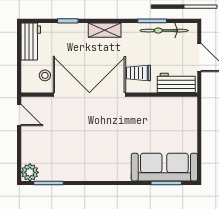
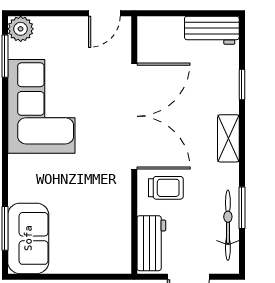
trolley: (138, 73) -> (166, 188), turned 90
stool: (45, 75) -> (162, 51), removed
corner sofa: (83, 158) -> (41, 106), added
sofa: (164, 167) -> (28, 238), width x0.73

